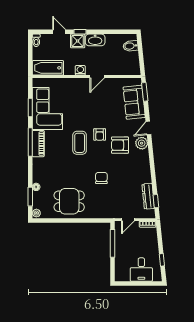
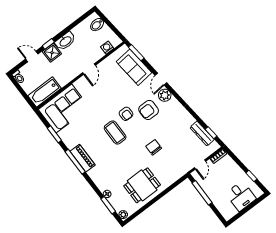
washing machine: (80, 70) -> (107, 48), moved
corner sofa: (47, 109) -> (64, 109), moved, turned 90

